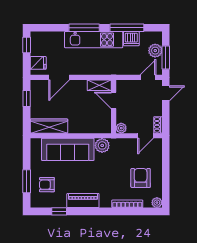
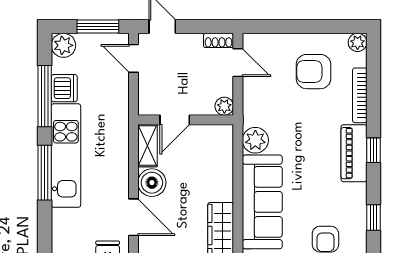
plant: (155, 51) -> (63, 45), moved
boiler: (79, 88) -> (152, 183), added
piano: (83, 201) -> (354, 153), moved
window: (97, 211) -> (373, 150), added

